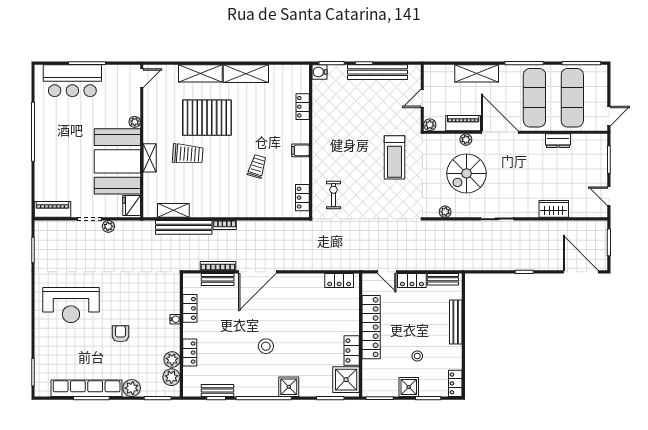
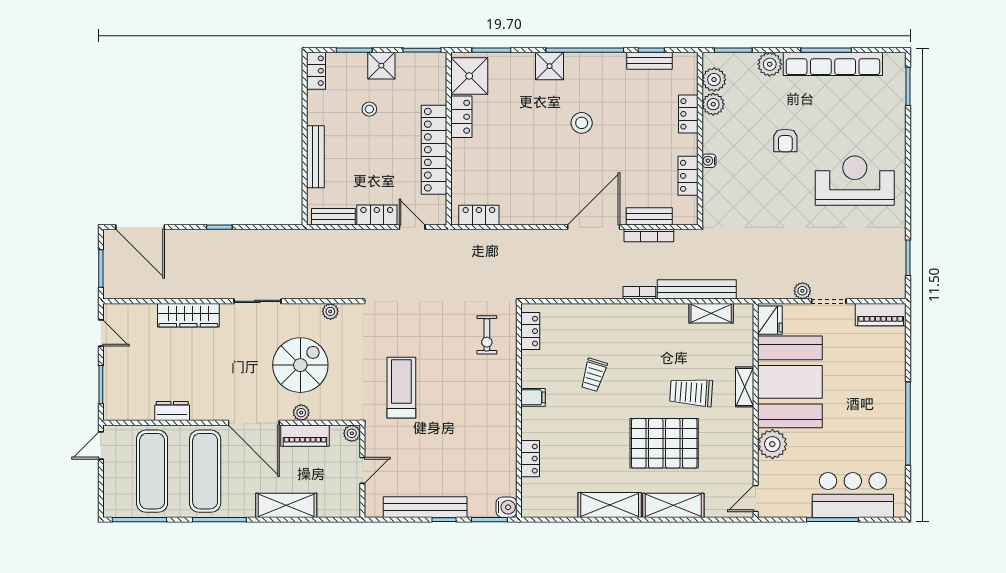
plant: (135, 122) -> (772, 444), width x1.88, depth x1.88
wardrobe: (554, 209) -> (188, 315), width x1.50

